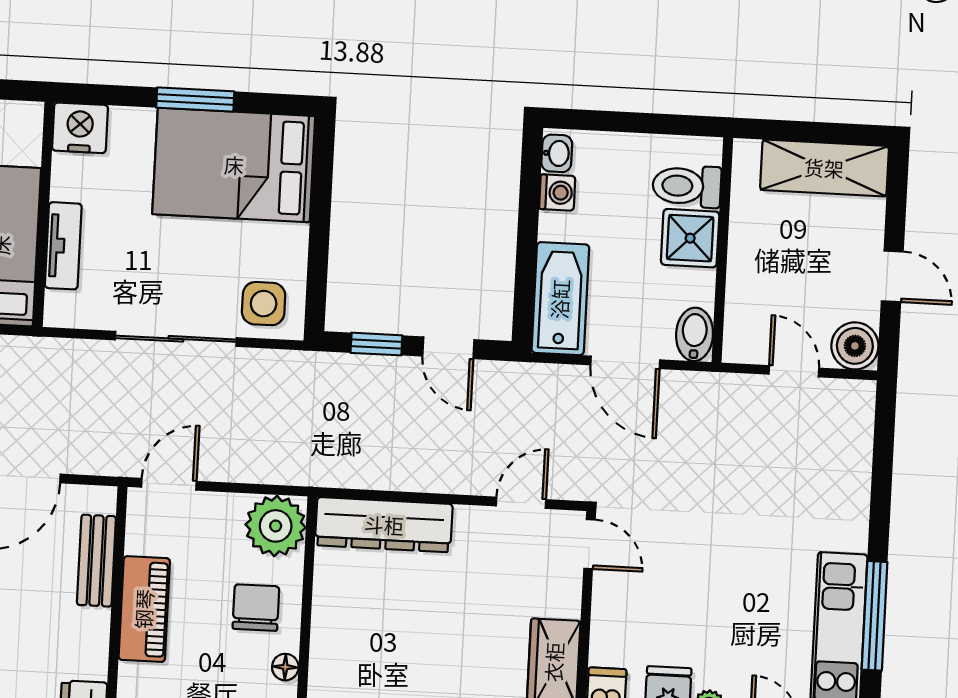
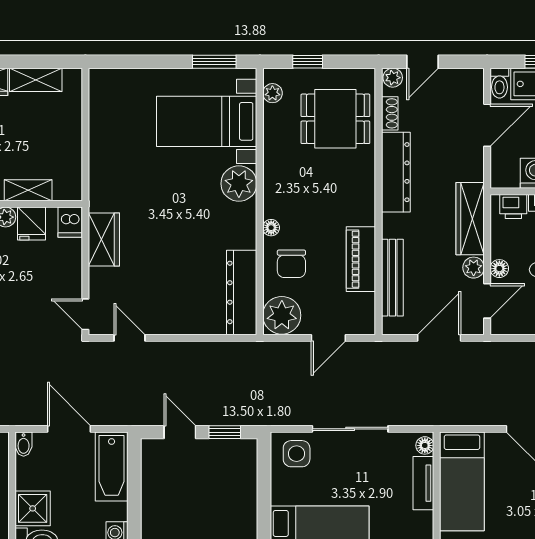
floor lamp: (58, 306) -> (425, 445), added
bidet: (695, 334) -> (24, 444), width x0.72, depth x0.74
door: (169, 484) -> (328, 338), moved
door: (521, 503) -> (129, 338), swing flipped
dresser: (384, 525) -> (242, 292), moved, turned -90
bench: (96, 561) -> (392, 278), width x1.36

